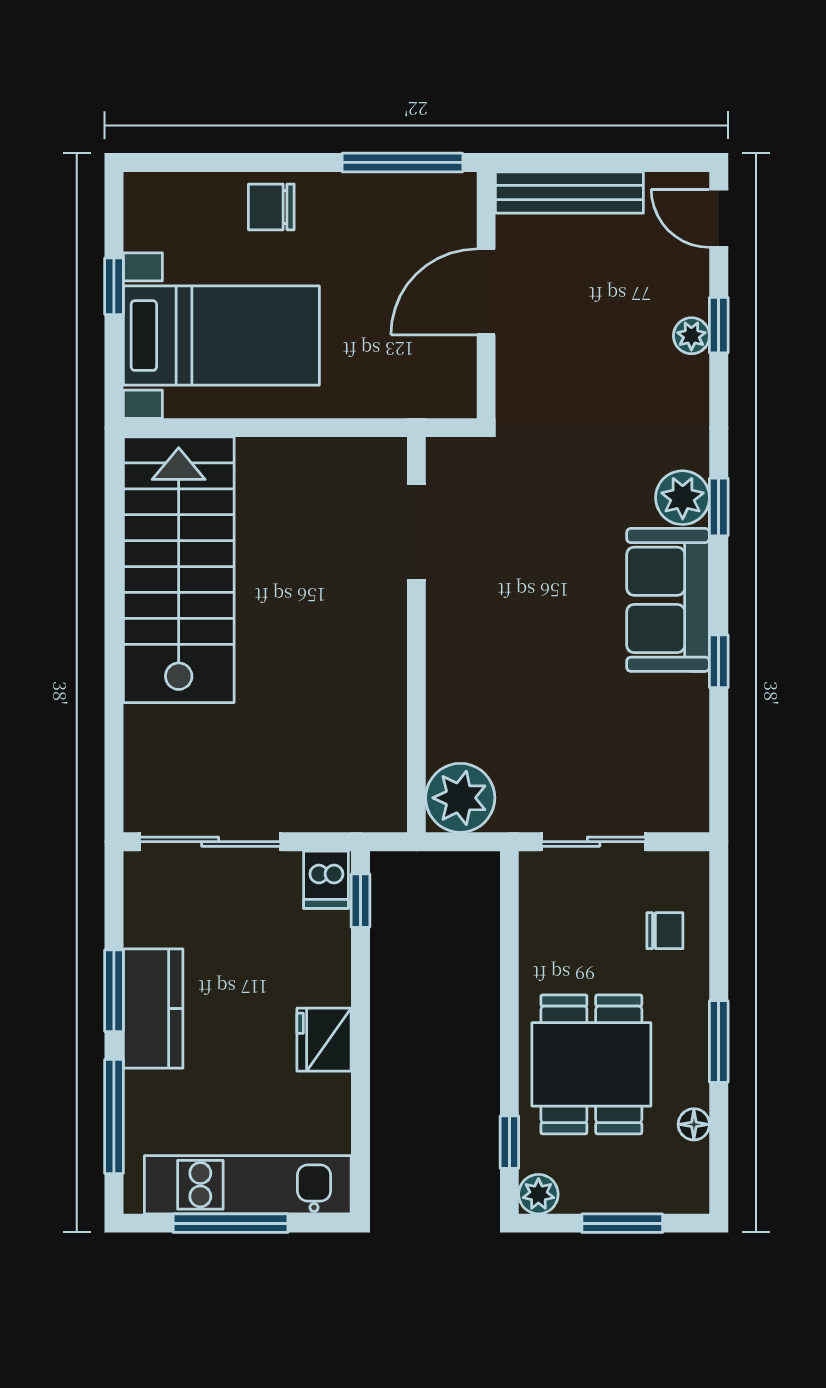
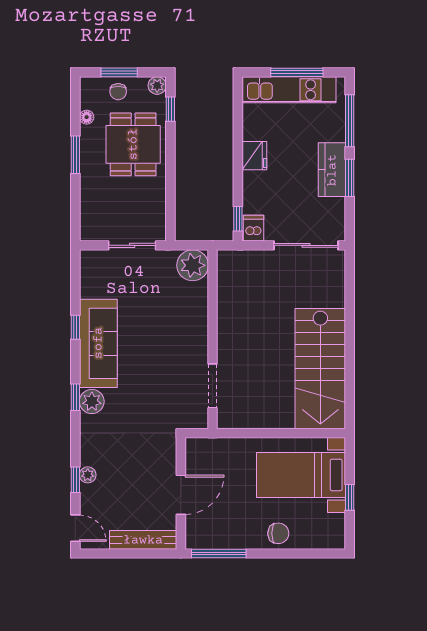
sofa: (668, 600) -> (98, 343), width x1.36
chair: (665, 931) -> (118, 92), moved, turned -90

